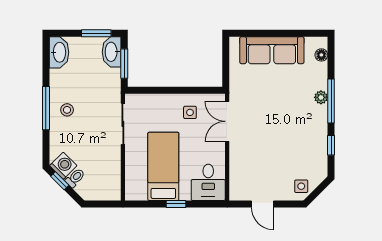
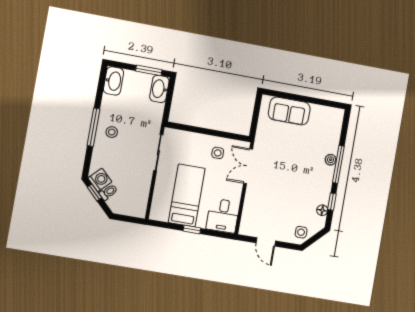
sofa: (272, 50) -> (289, 111), width x0.73
floor lamp: (321, 55) -> (322, 210), moved
window: (124, 64) -> (169, 101), removed

